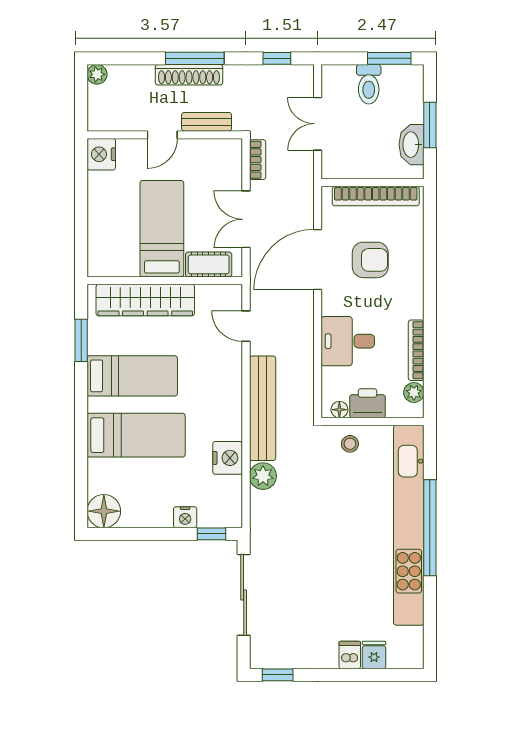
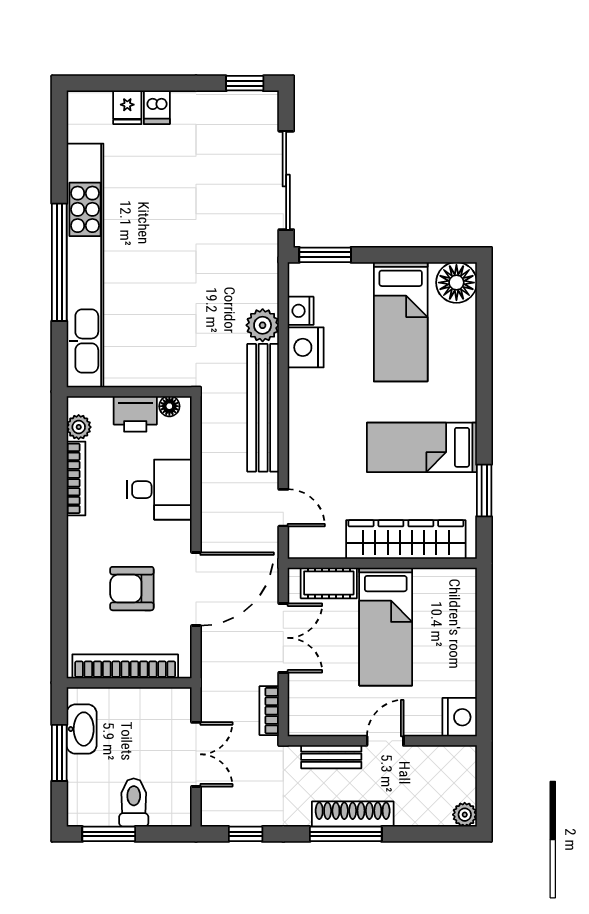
bed: (136, 435) -> (401, 322), moved, turned -90
stool: (350, 444) -> (157, 364), removed
nightstand: (185, 517) -> (301, 311), moved, turned -90
window: (212, 534) -> (325, 255), width x1.50

